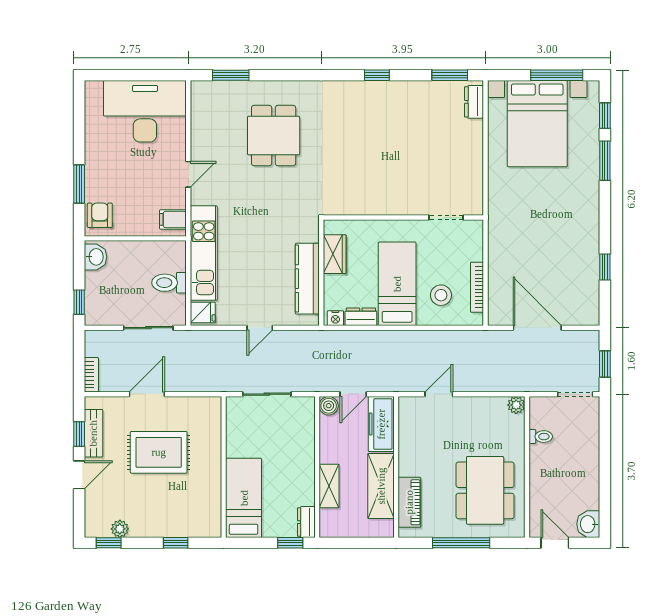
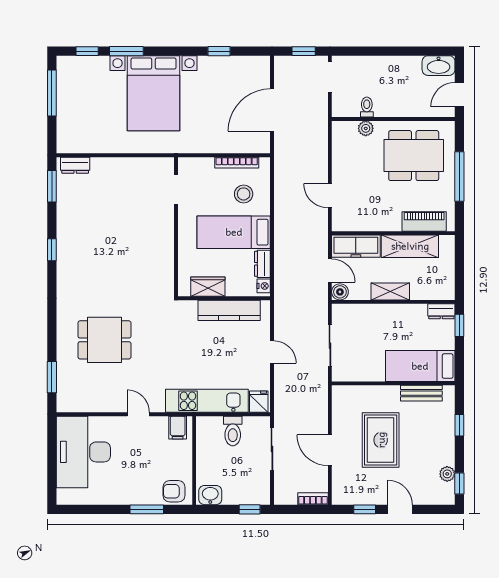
bed with nightstands: (537, 124) -> (154, 93), moved, turned 90
plant: (516, 405) -> (366, 128), moved
bench: (93, 433) -> (421, 393), moved
shelving: (329, 486) -> (390, 292), moved
washbasin: (588, 524) -> (439, 66), width x1.38

